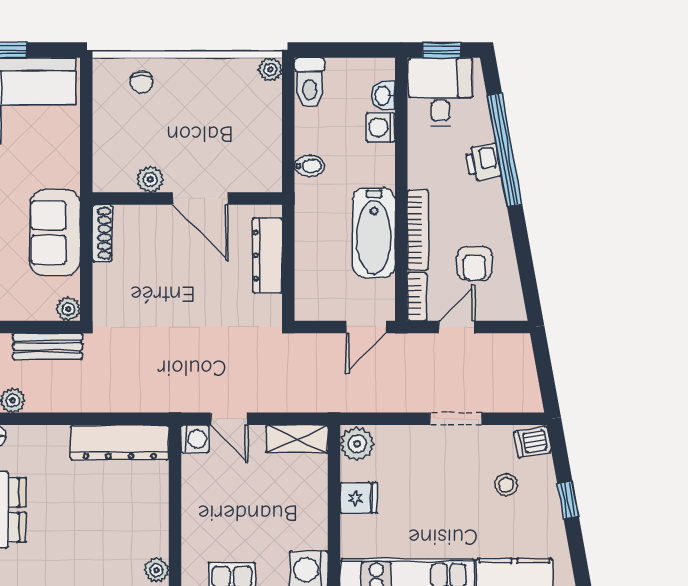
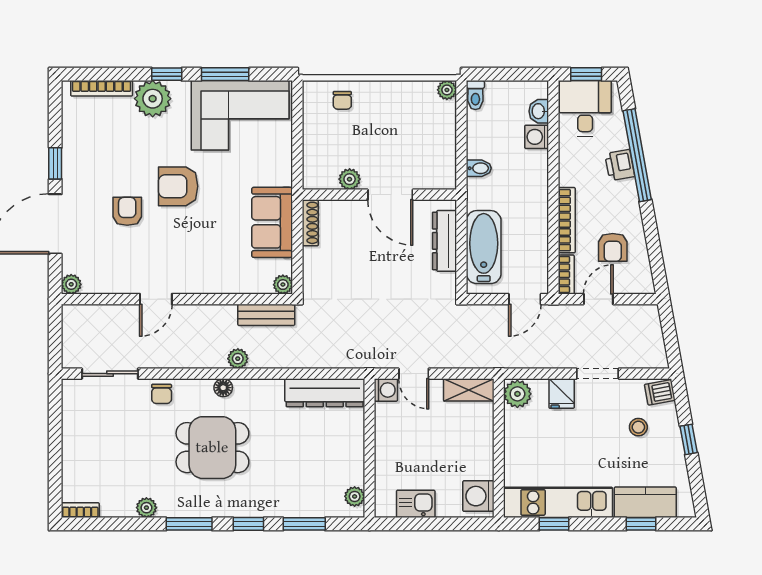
toilet: (309, 83) -> (475, 95), width x0.73, depth x0.72
bathtub: (374, 233) -> (484, 247), moved, turned 180
fridge: (359, 498) -> (562, 394), moved, turned 90

